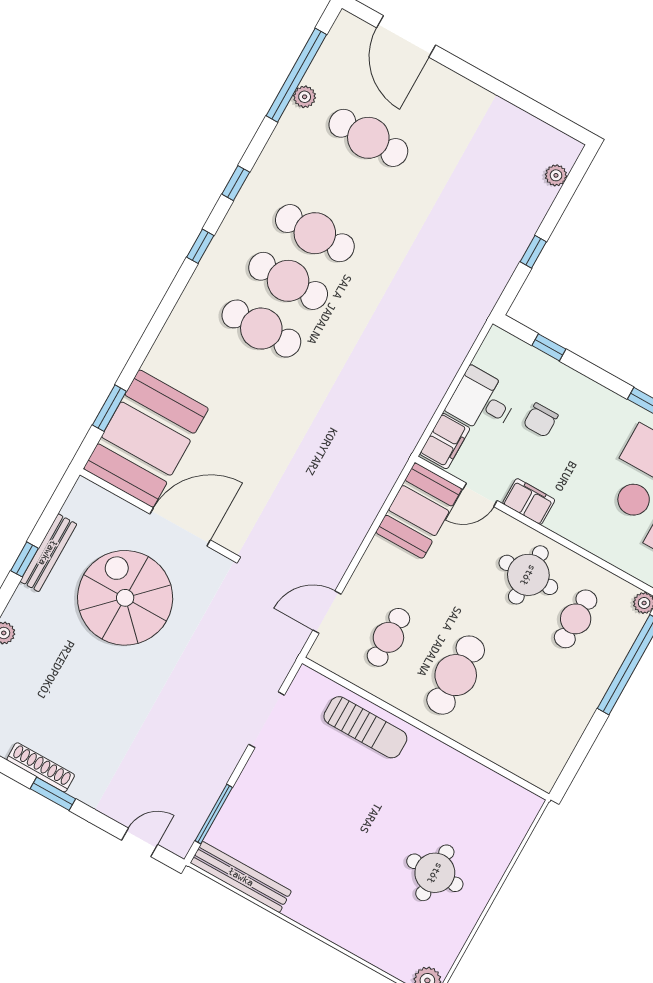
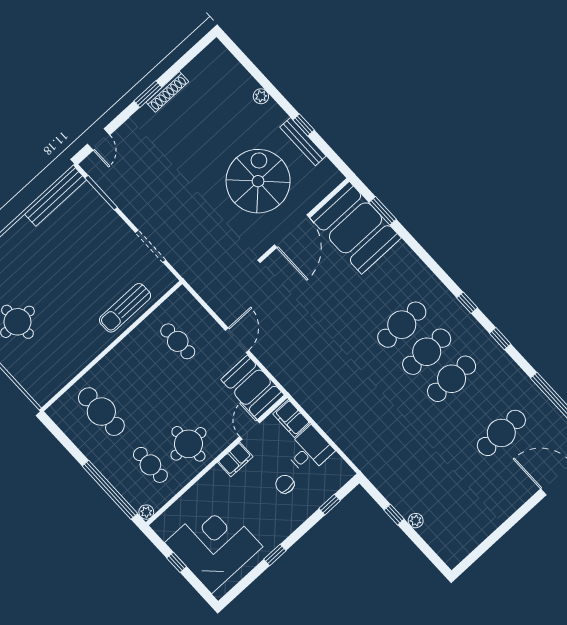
plant: (305, 97) -> (541, 401), removed
plant: (556, 175) -> (416, 521), moved
spiral stairs: (125, 598) -> (258, 181), turned -90
door: (327, 612) -> (237, 340), moved
cafe table: (456, 675) -> (101, 412), moved

